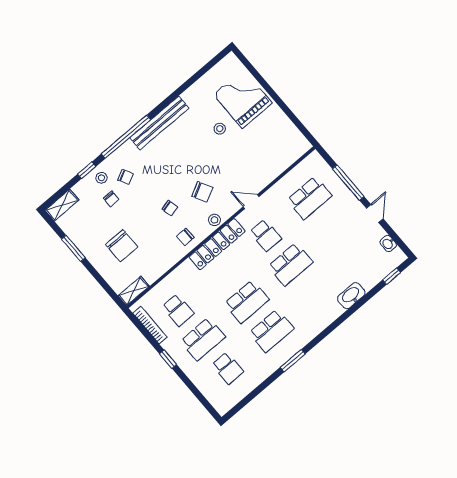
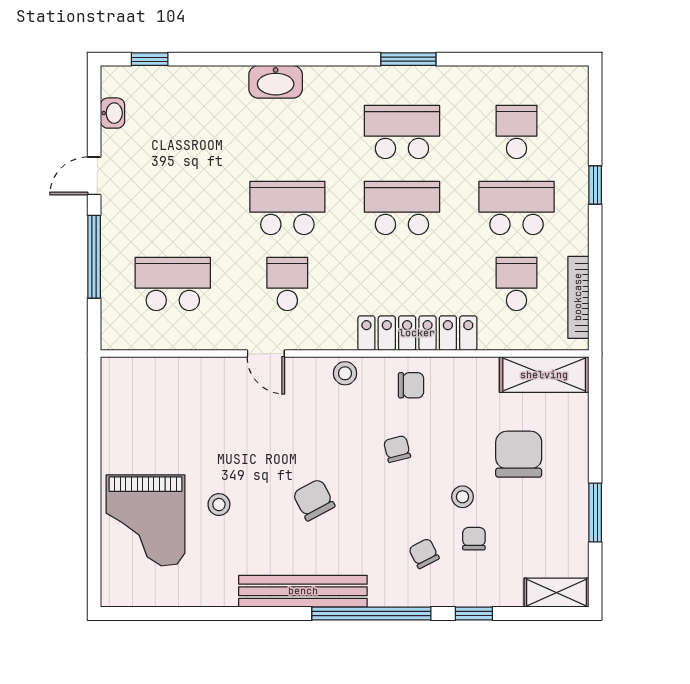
stool: (101, 178) -> (462, 497), moved
chair: (202, 192) -> (314, 500), moved
locker: (217, 244) -> (417, 333), moved
shelving: (134, 291) -> (544, 375), width x1.50, depth x1.33
washbasin: (351, 296) -> (276, 82), moved
window: (168, 359) -> (595, 185), moved

